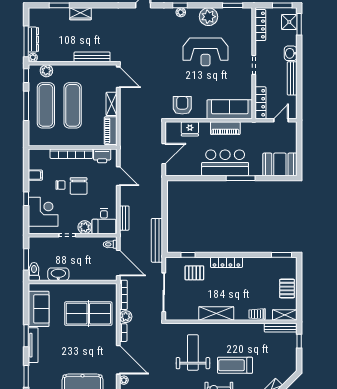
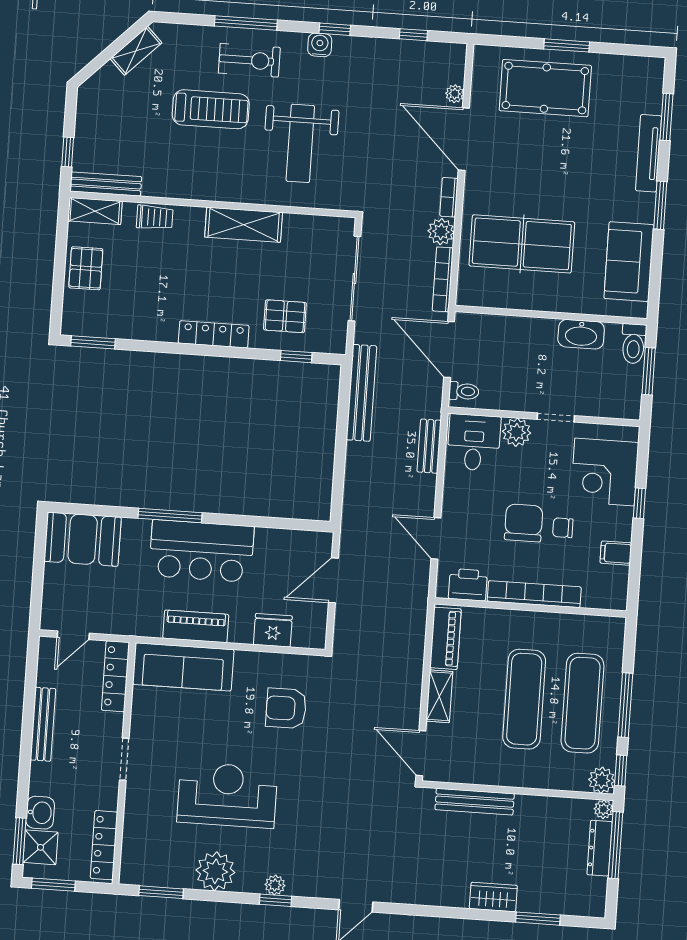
washbasin: (291, 53) -> (40, 813), moved
plant: (46, 71) -> (602, 780), moved
armchair: (182, 105) -> (286, 708), moved, turned 90
tv unit: (33, 345) -> (649, 153), moved

